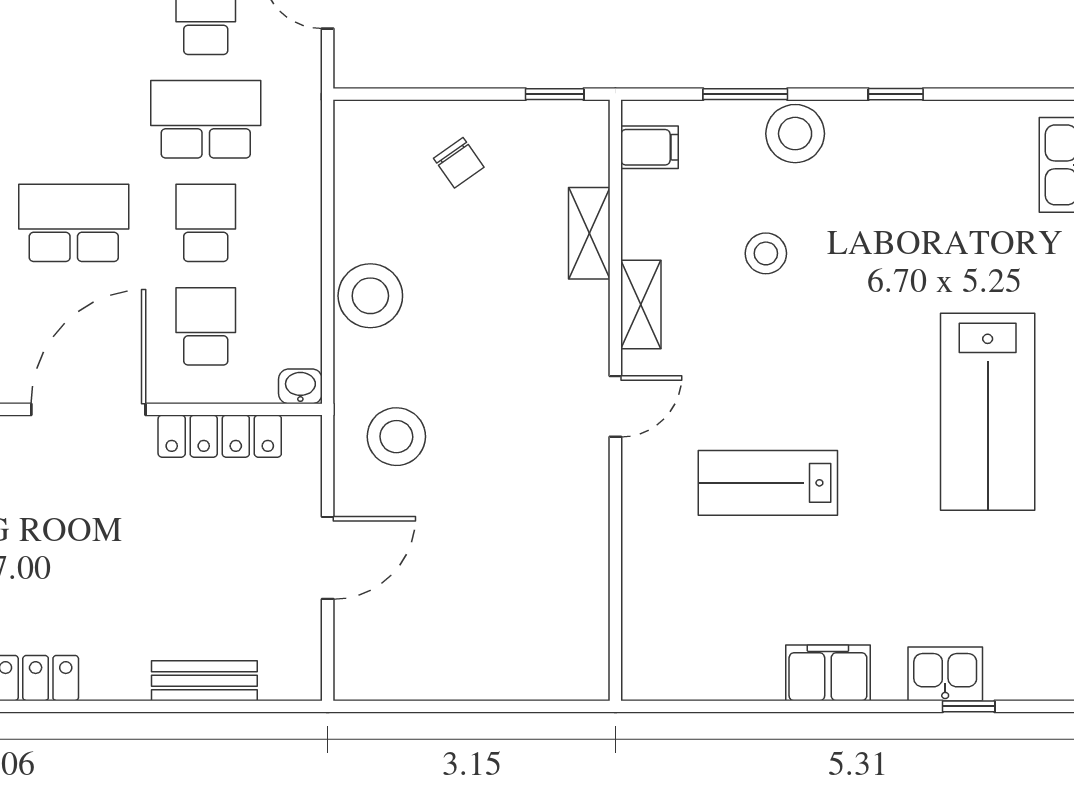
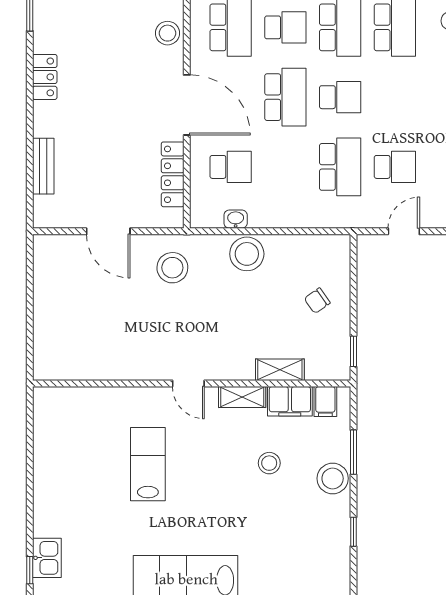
school desk: (206, 223) -> (340, 97), moved
washbasin: (300, 386) -> (236, 219), moved, turned -90
filing cabinet: (828, 673) -> (290, 401), moved, turned 90

